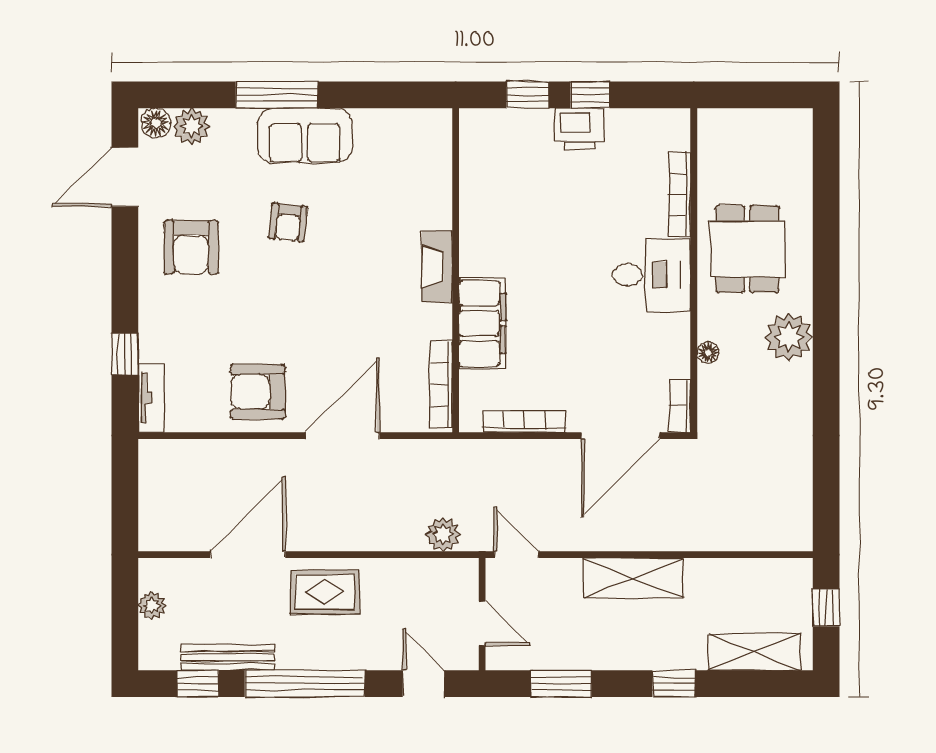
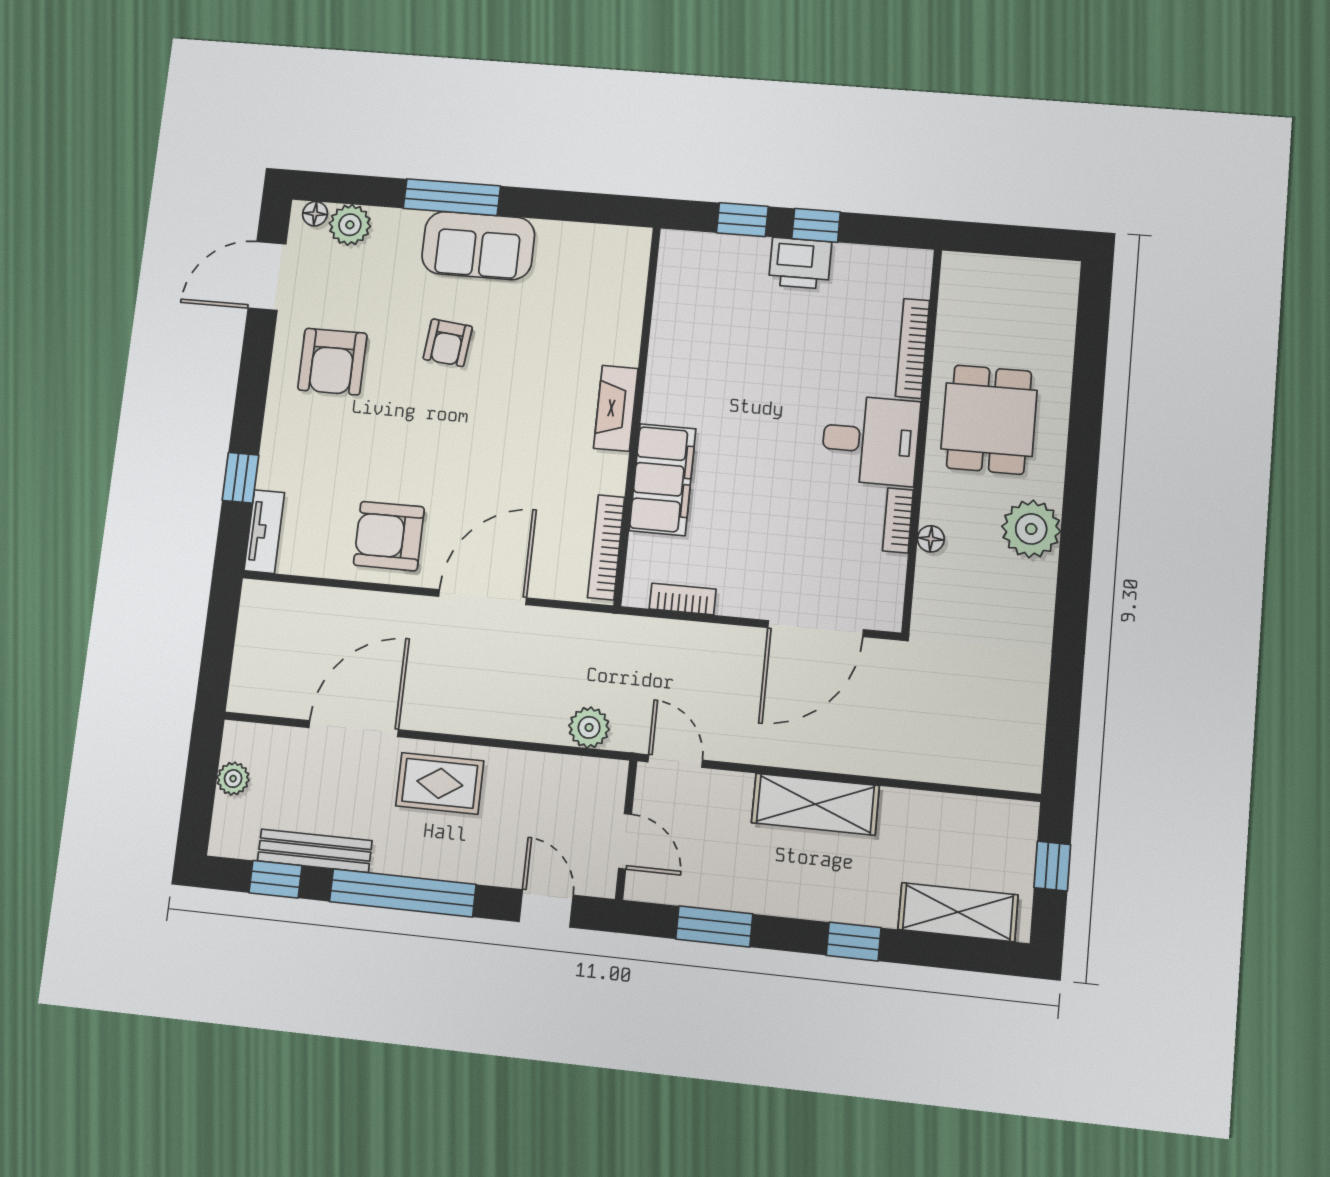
floor lamp: (156, 123) -> (315, 214), width x0.73, depth x0.73
bookcase: (680, 406) -> (898, 520), moved
bookcase: (524, 422) -> (683, 599), width x0.64

